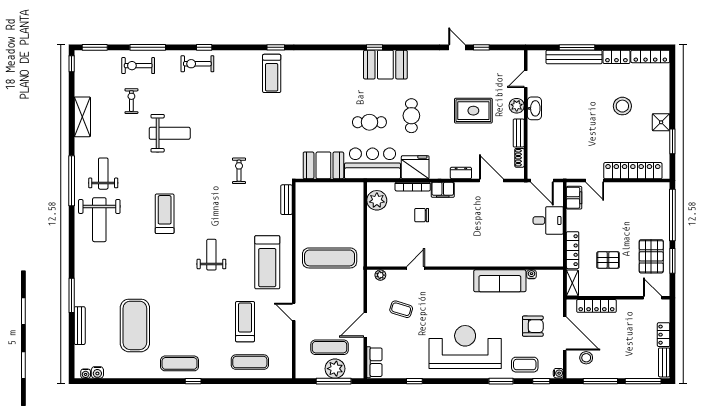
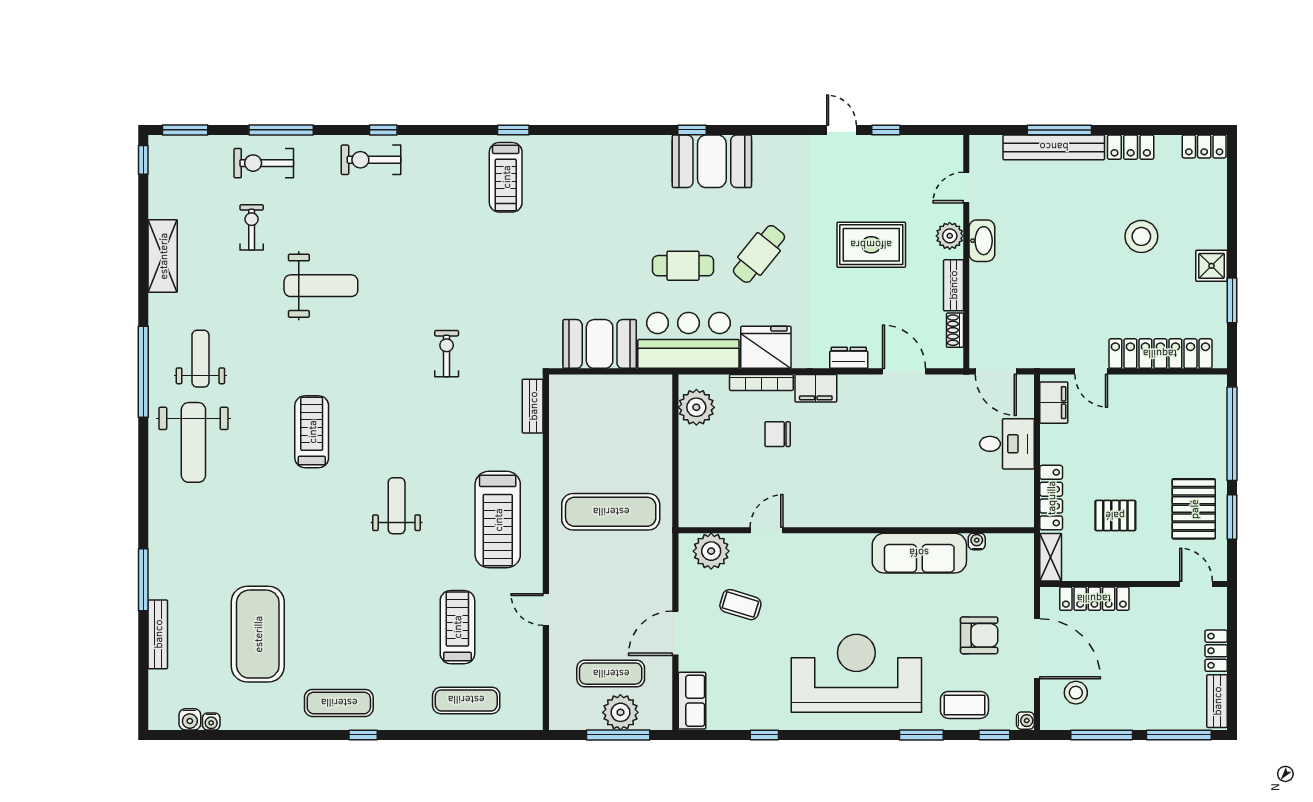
locker: (650, 56) -> (1204, 146), width x0.66
cafe table: (411, 116) -> (759, 254), turned 39
plant: (380, 275) -> (711, 551), width x1.88, depth x1.88
water cooler: (86, 374) -> (211, 721), moved

